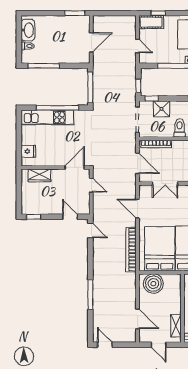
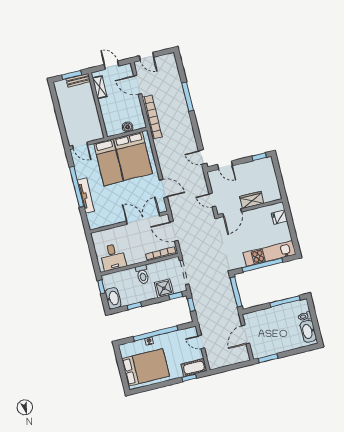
wardrobe: (39, 175) -> (252, 200), moved
double door: (165, 184) -> (143, 219), width x1.37
bookcase: (131, 250) -> (152, 117), moved
boiler: (153, 284) -> (128, 127), width x0.54, depth x0.54
door: (105, 345) -> (146, 57), moved

